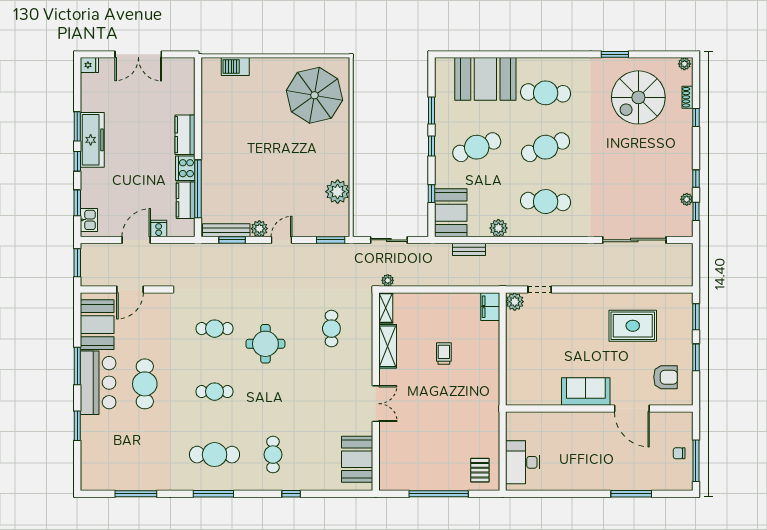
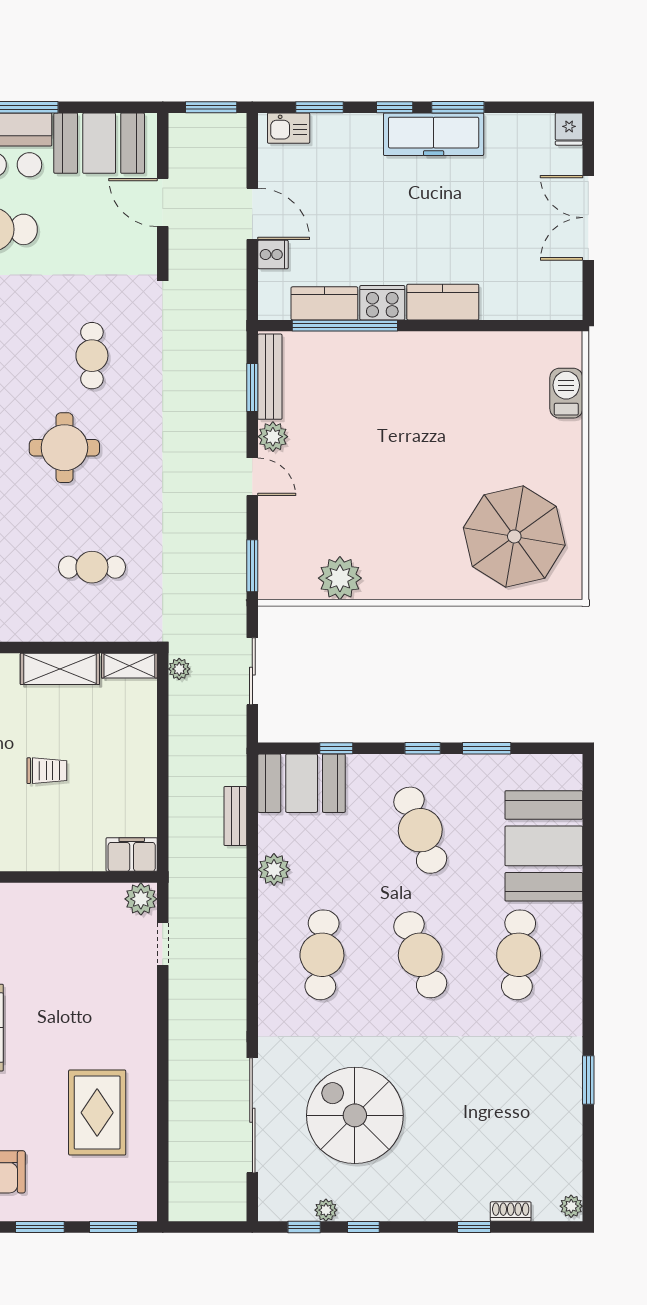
spiral stairs: (638, 97) -> (355, 1115), moved

